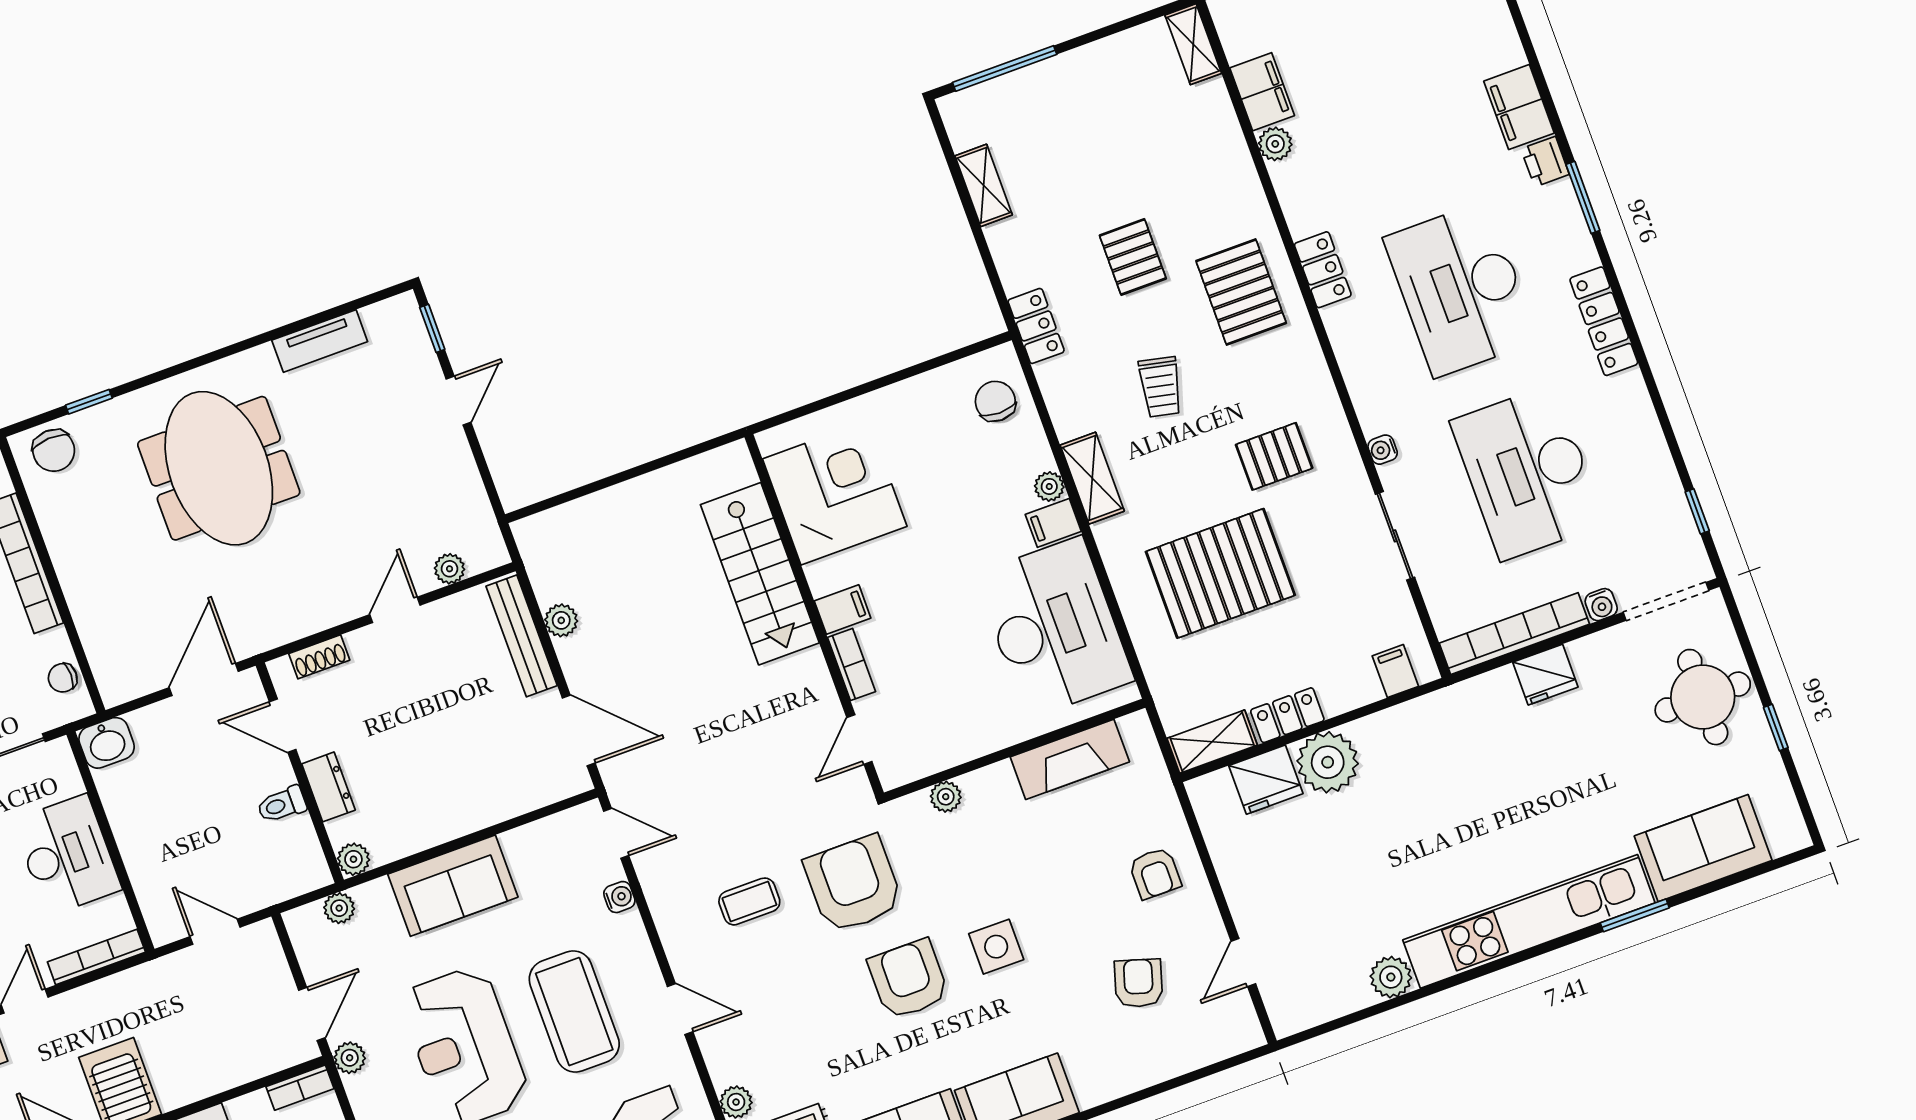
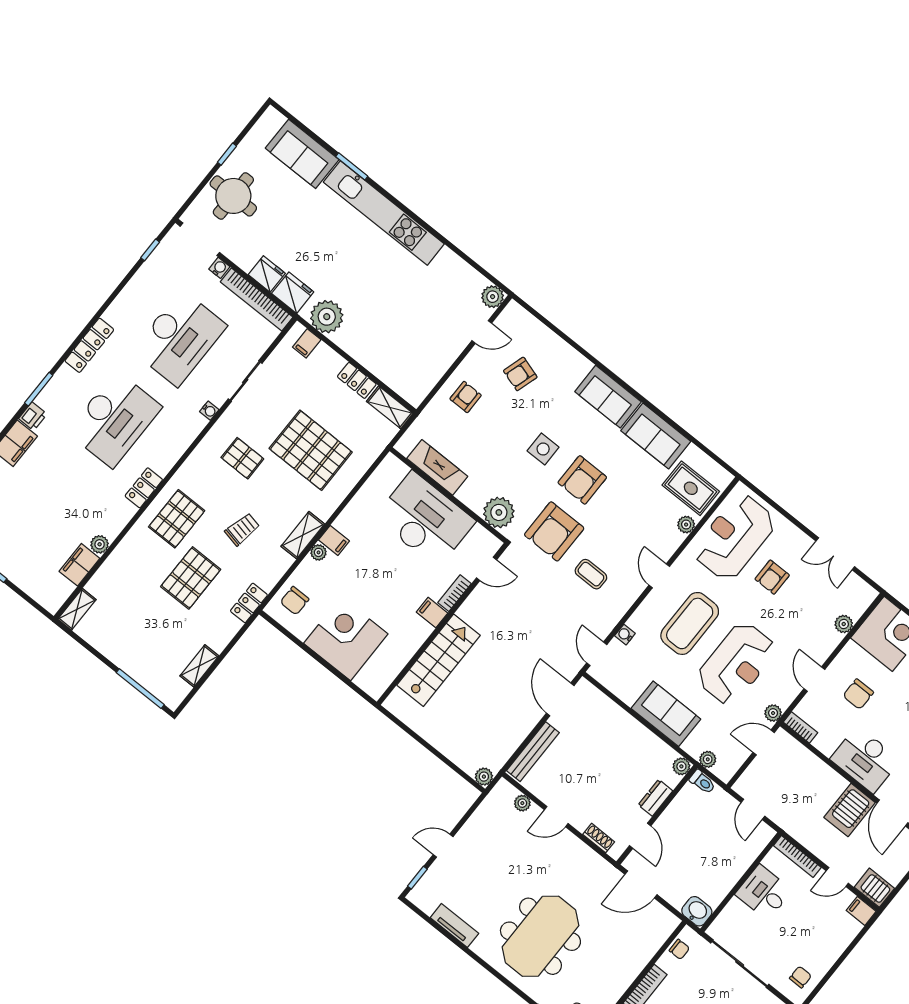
pallet: (1133, 257) -> (191, 578), width x1.50, depth x1.42
corner desk: (835, 493) -> (346, 639), moved, turned 90
plant: (561, 620) -> (484, 777), moved
desk: (1054, 627) -> (425, 519), moved, turned 90
plant: (1328, 762) -> (327, 317), moved
fridge: (1266, 780) -> (293, 293), moved
plant: (946, 797) -> (499, 512), width x1.87, depth x1.87
toilet: (282, 805) -> (702, 782), moved
desk: (67, 855) -> (764, 892), width x0.73
plant: (1391, 977) -> (493, 297), moved

